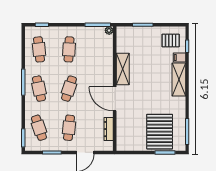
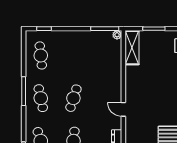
cafe table: (69, 49) -> (73, 55), removed
shelving: (123, 69) -> (132, 48), moved
door: (115, 99) -> (123, 109), width x0.53

